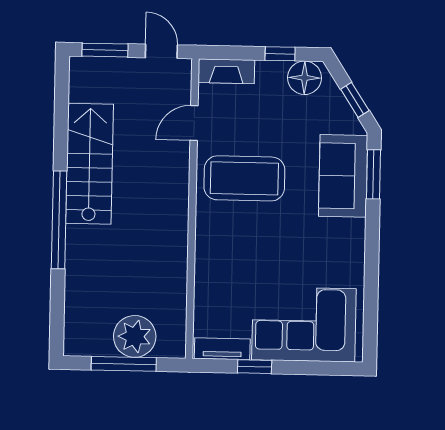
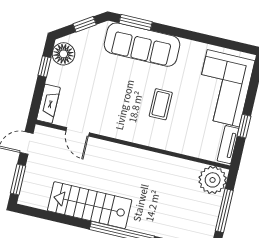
sofa: (343, 176) -> (142, 45), width x1.36
coffee table: (244, 178) -> (161, 104), moved, width x0.54, depth x0.58
plant: (135, 336) -> (213, 180), moved

